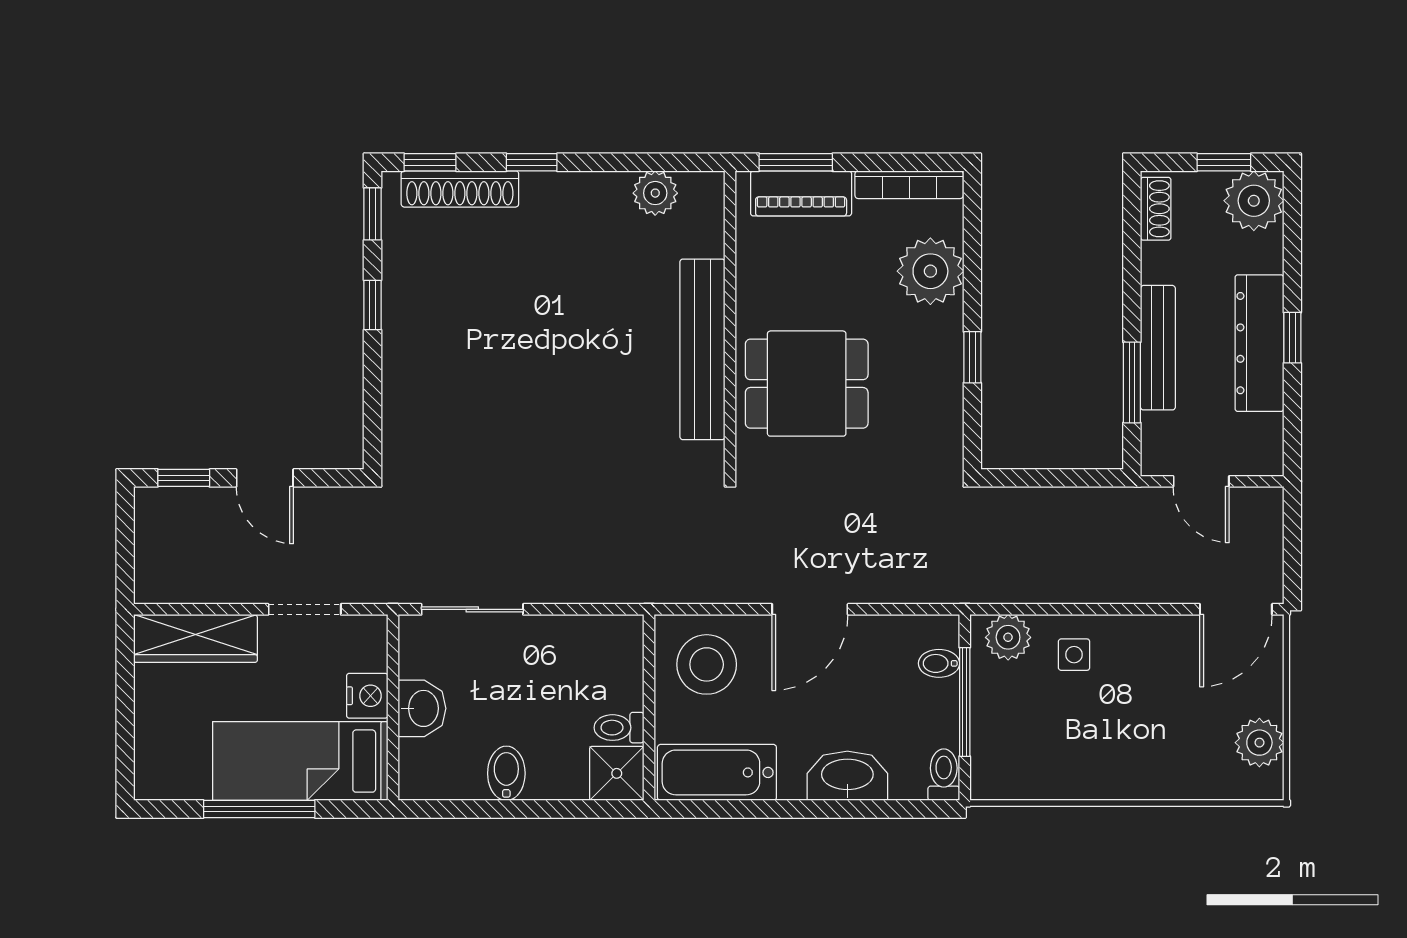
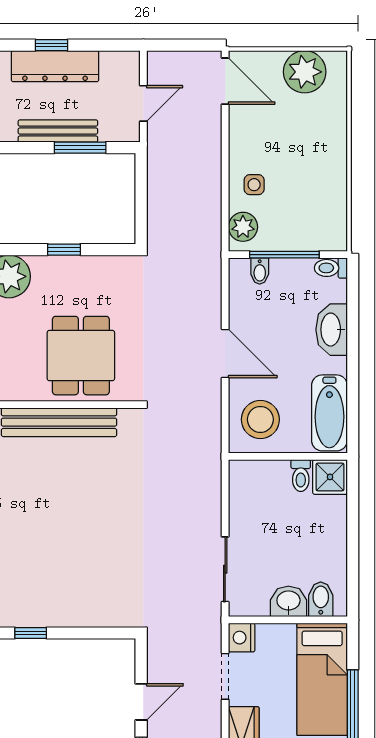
nightstand: (367, 696) -> (242, 638), moved, turned -90
plant: (1259, 743) -> (305, 72), width x1.36, depth x1.36
bidet: (506, 773) -> (321, 599), moved, turned 90

